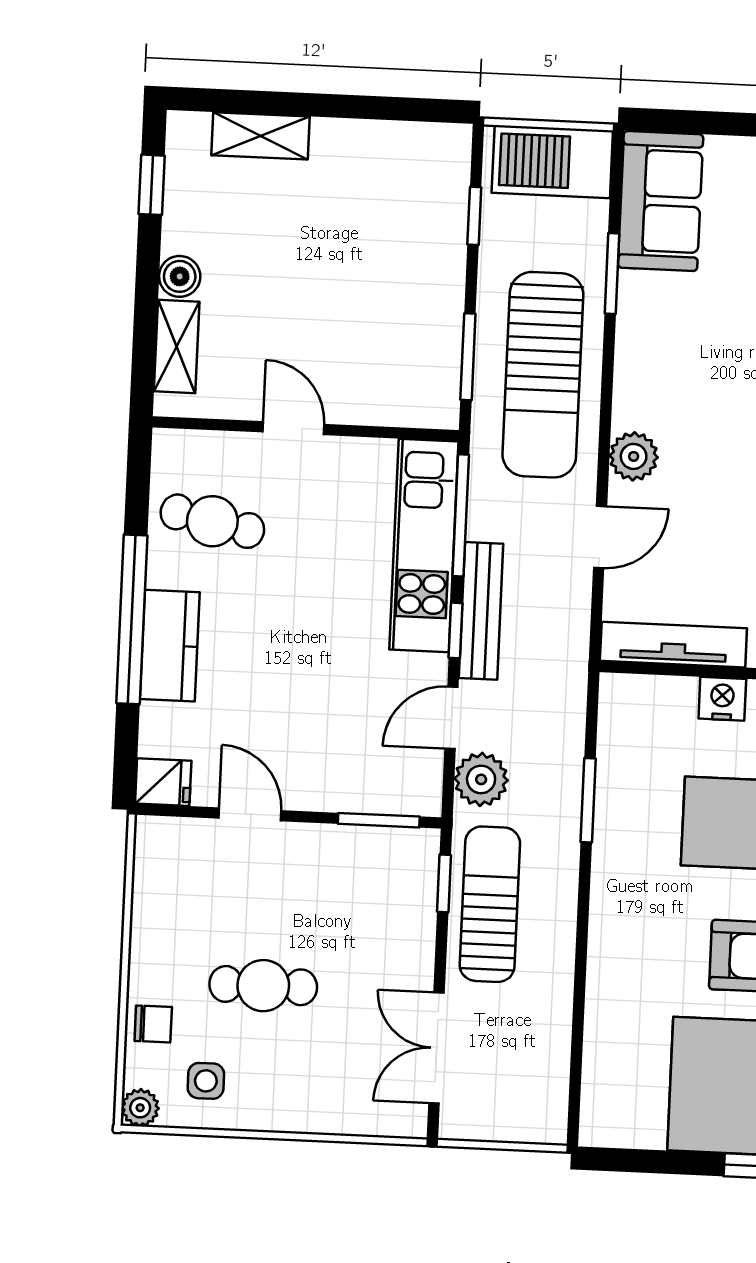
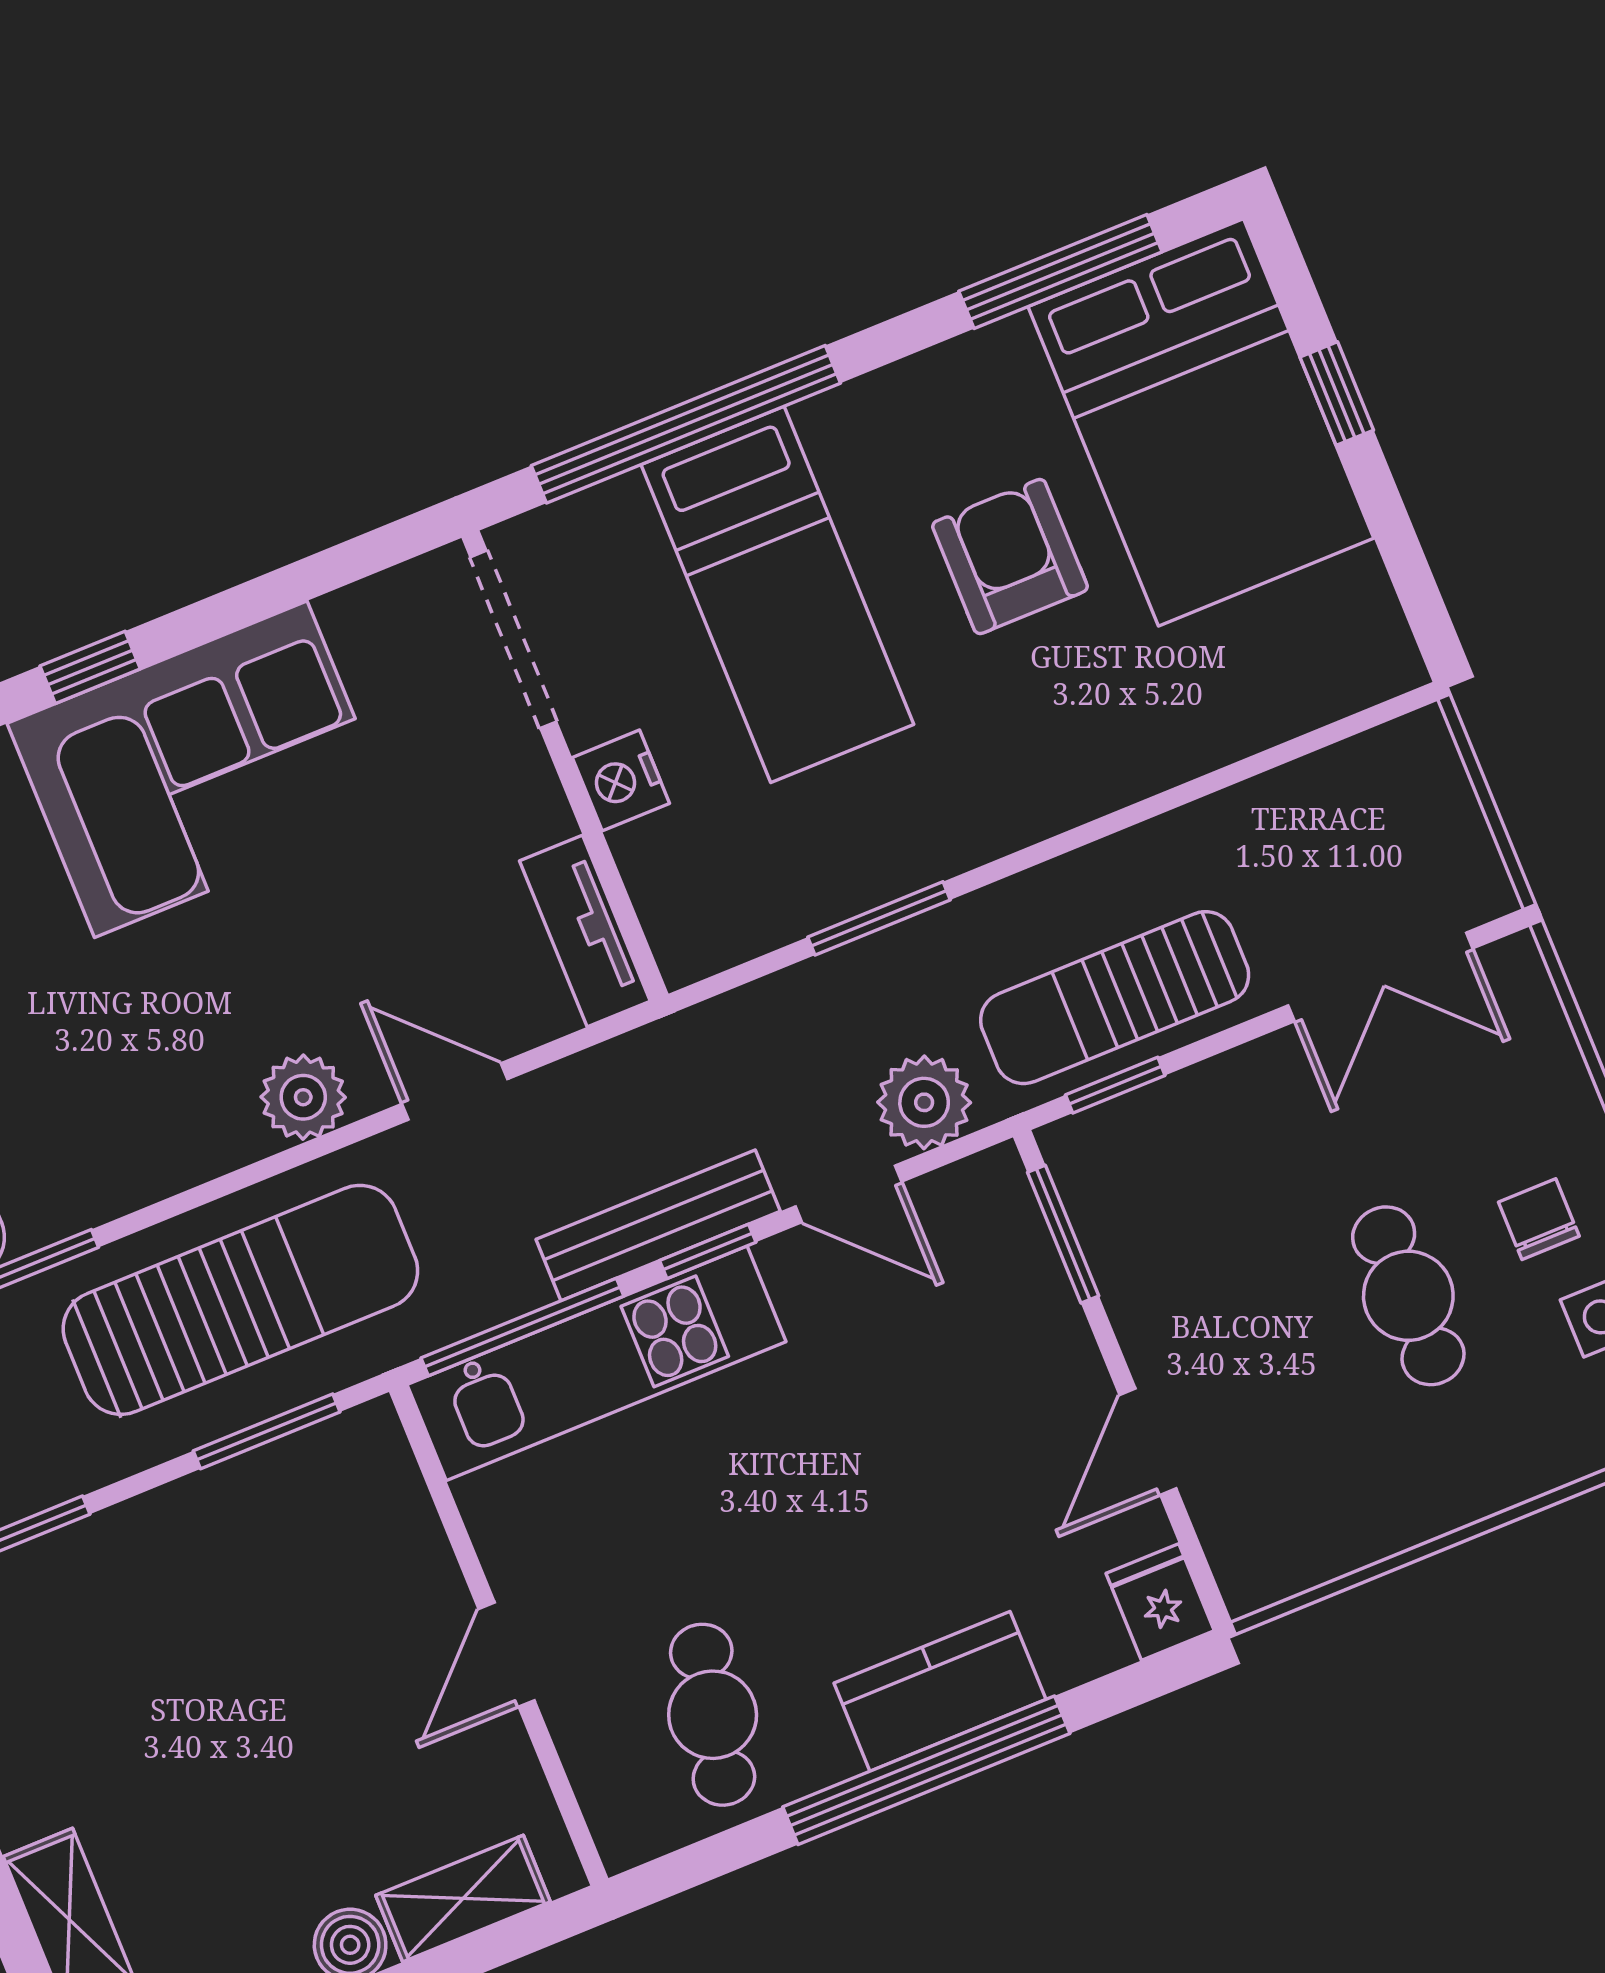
tv unit: (673, 645) -> (585, 931), width x0.71
chair: (153, 1024) -> (1539, 1219), moved

